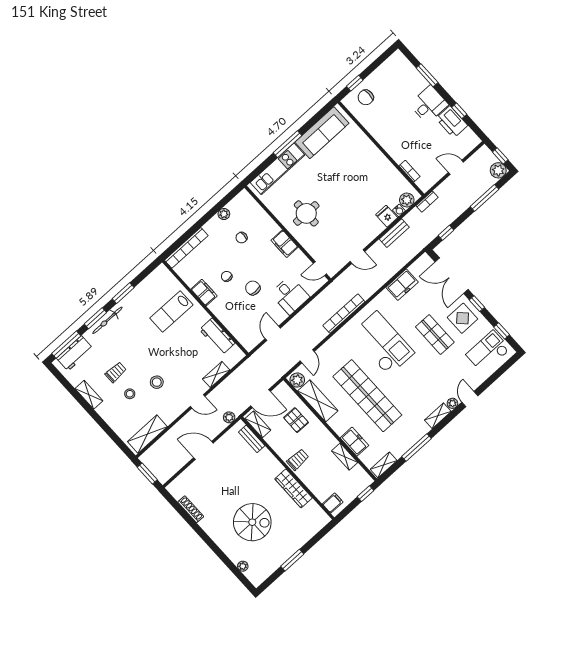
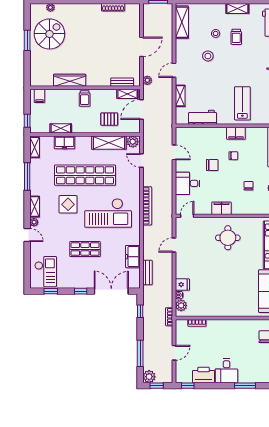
window: (459, 111) -> (188, 386), moved
bench: (394, 233) -> (147, 272), moved
display table: (463, 318) -> (68, 204), moved
spiral stairs: (252, 522) -> (49, 34), moved, turned 180

